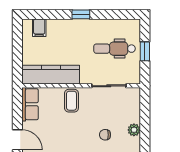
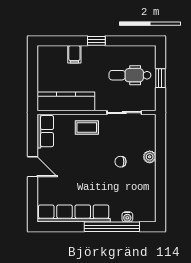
filing cabinet: (39, 28) -> (74, 54), moved
coffee table: (71, 101) -> (87, 128), turned 90

